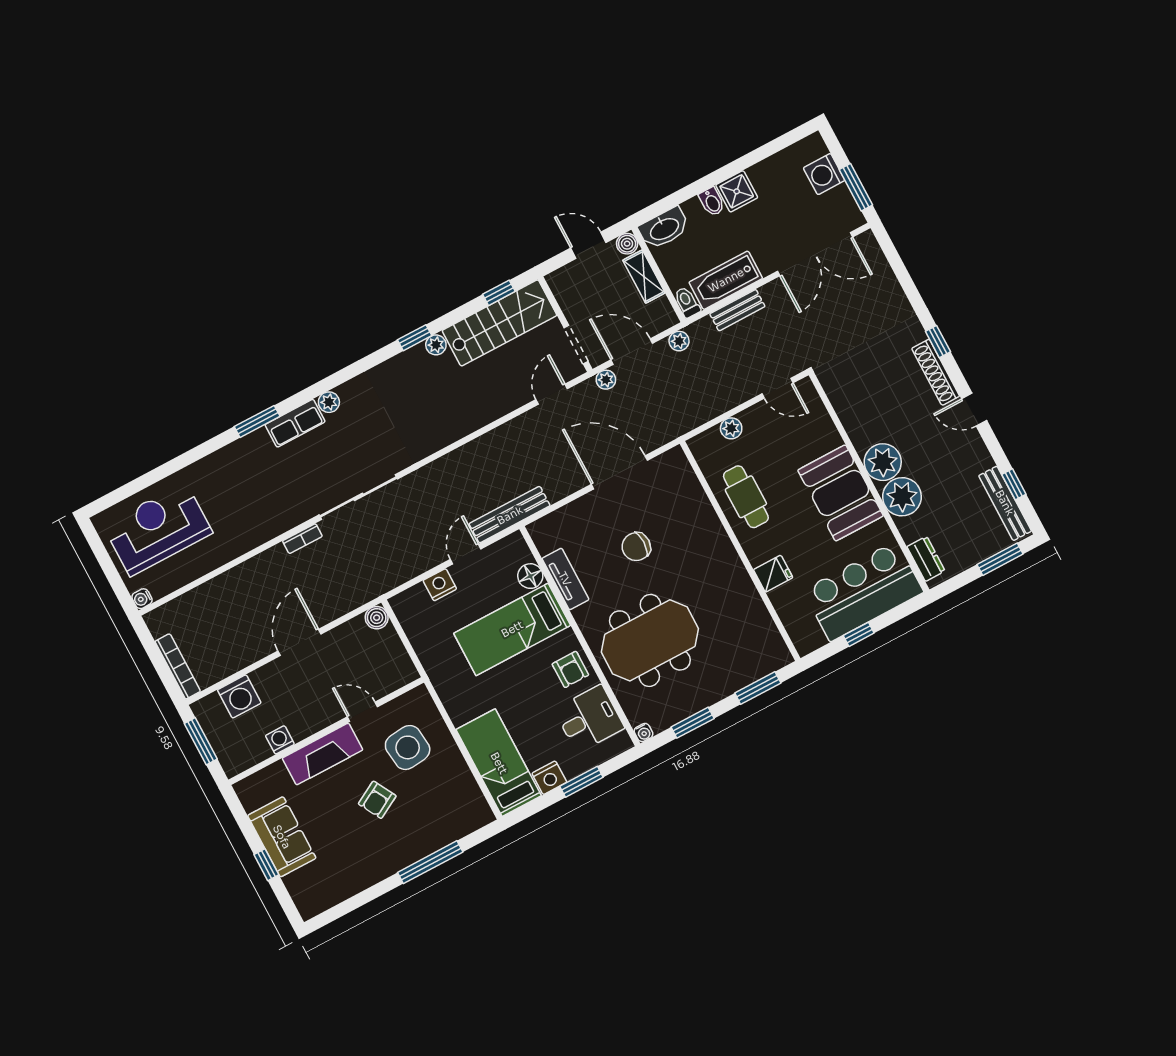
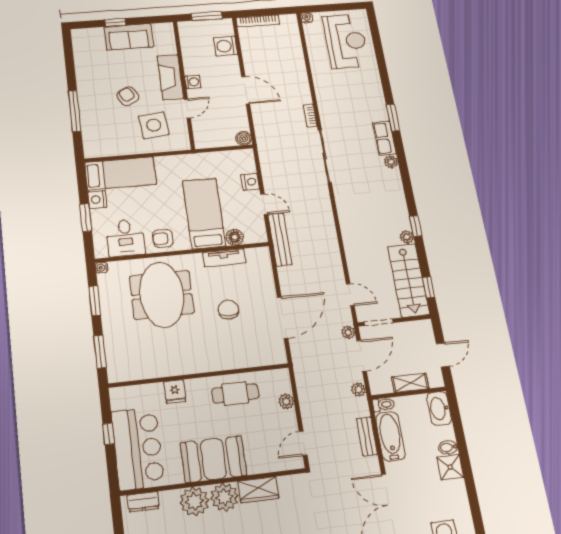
boiler: (627, 244) -> (436, 380), removed
wardrobe: (858, 424) -> (258, 490), added
washing machine: (280, 740) -> (193, 82), moved

